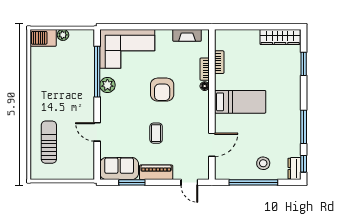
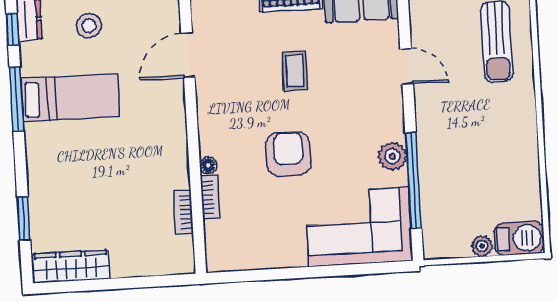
fireplace: (187, 35) -> (247, 259), removed
bed: (240, 102) -> (70, 98), moved, turned 180

